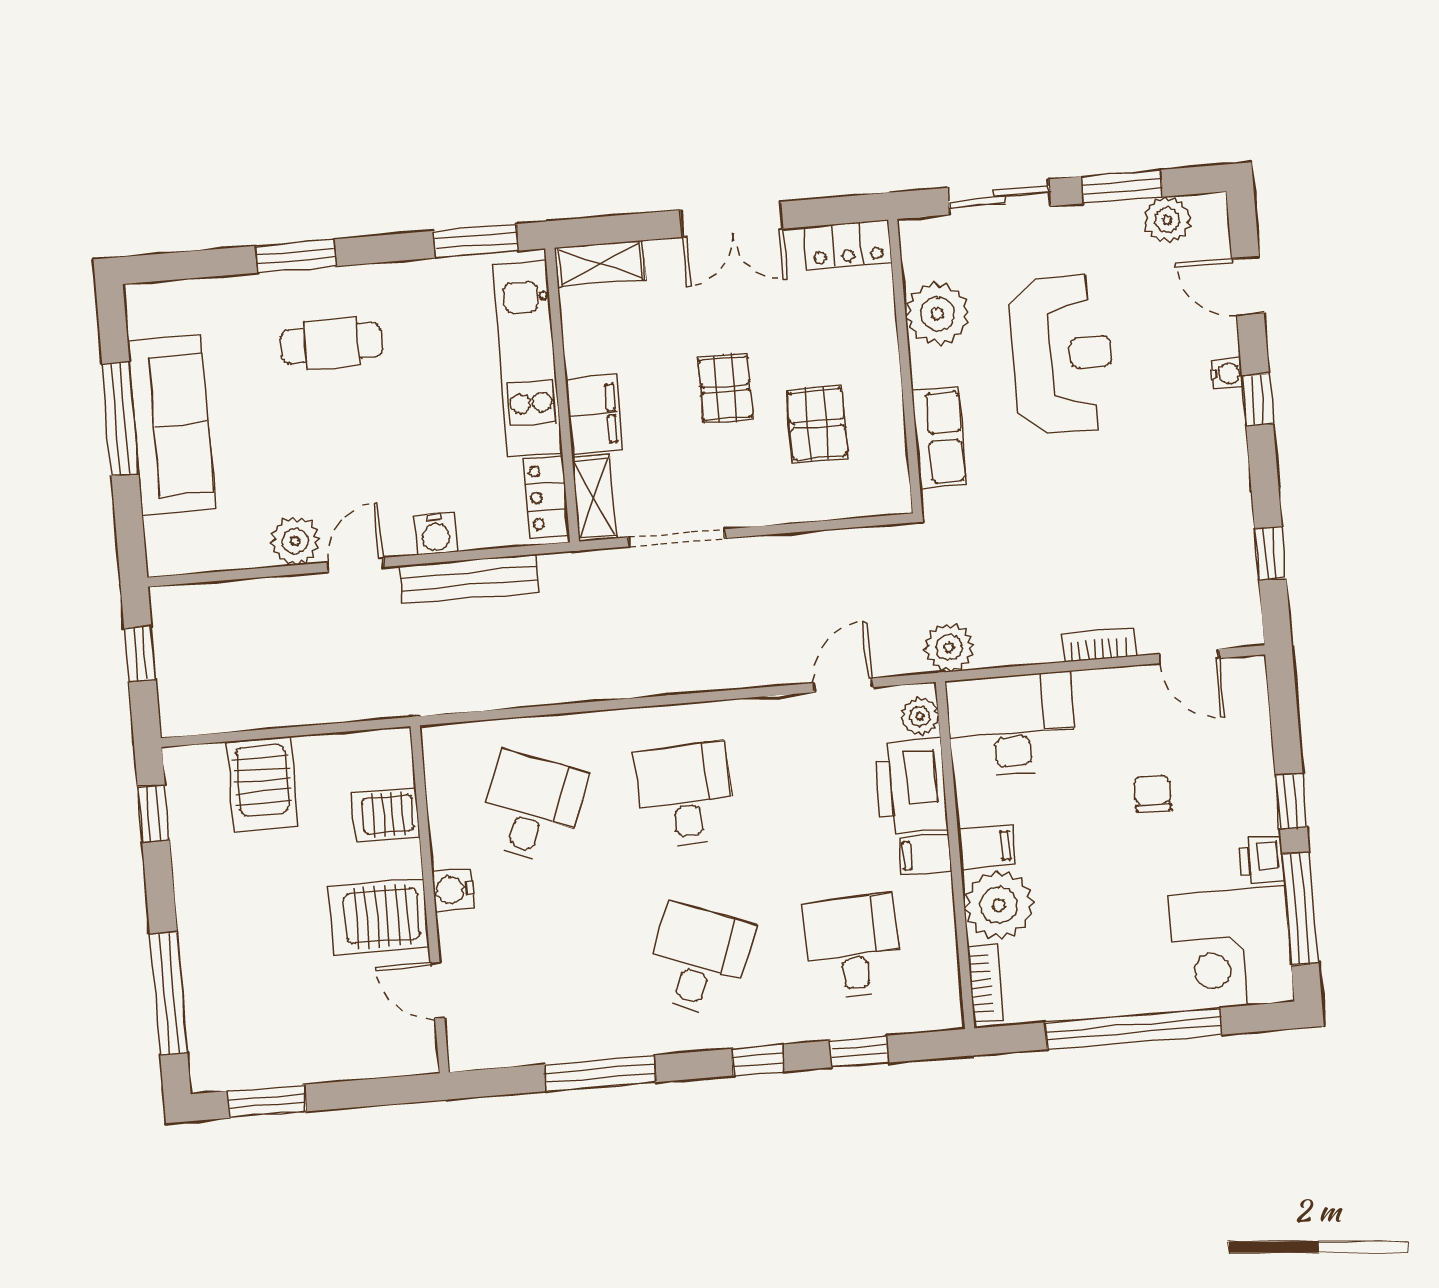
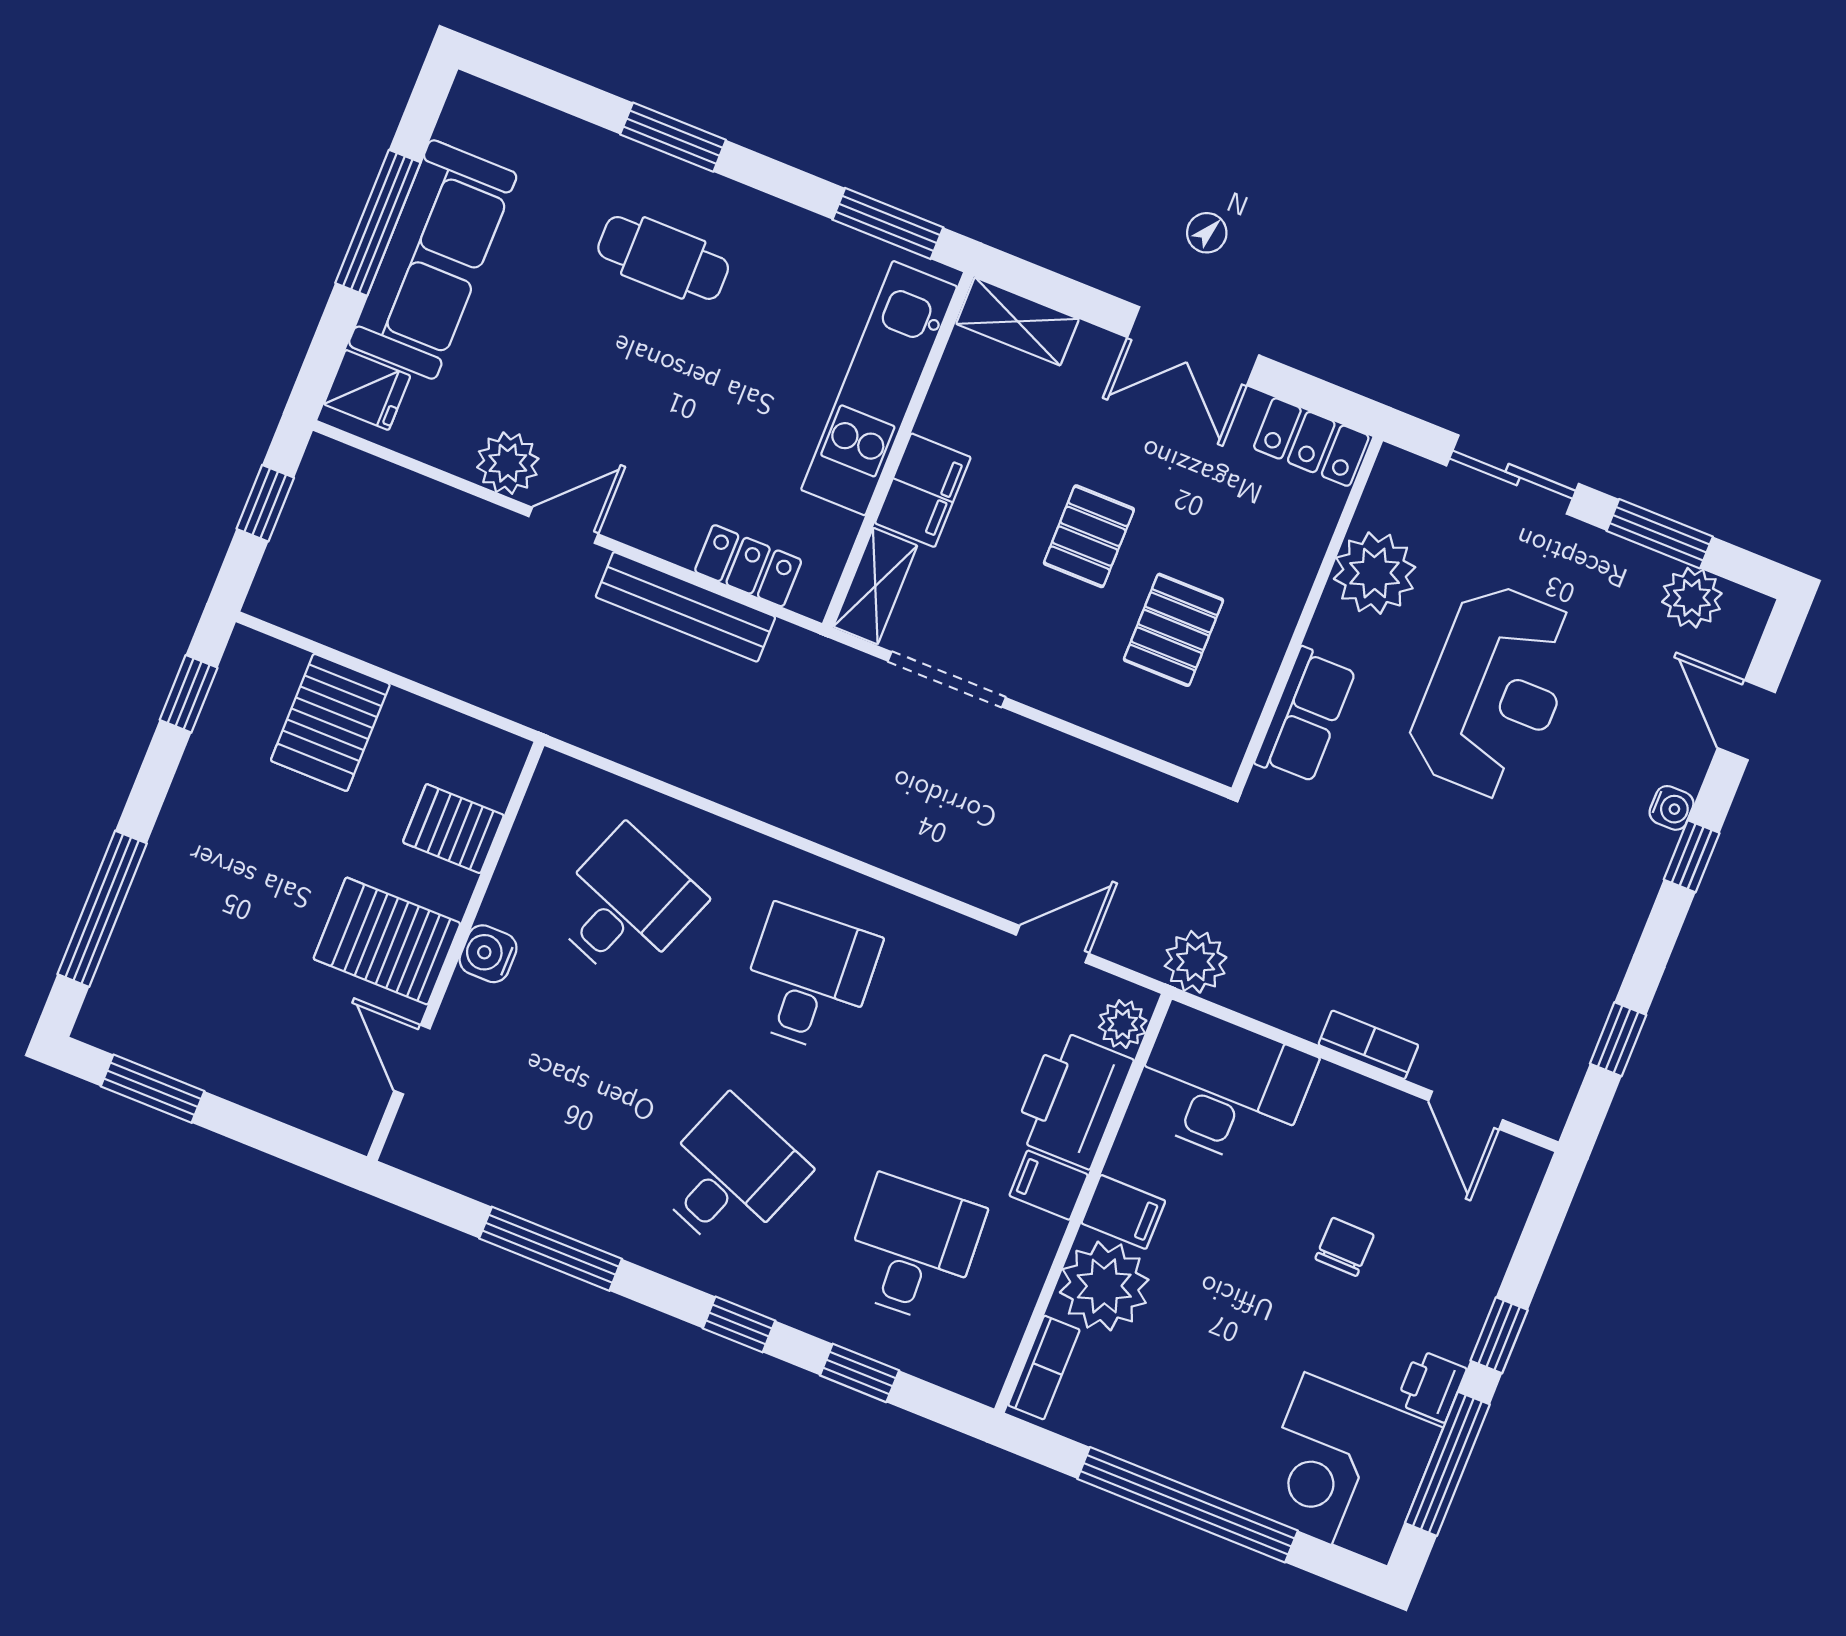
locker: (546, 497) -> (748, 566), moved, turned 90
water cooler: (436, 534) -> (673, 536), removed
fridge: (171, 539) -> (367, 390), added

